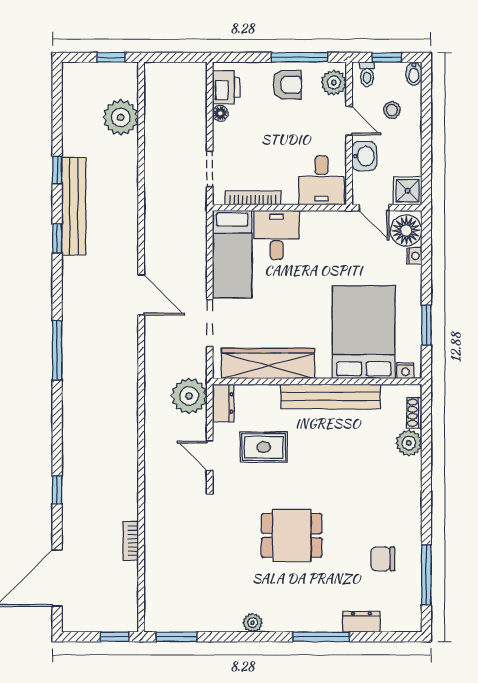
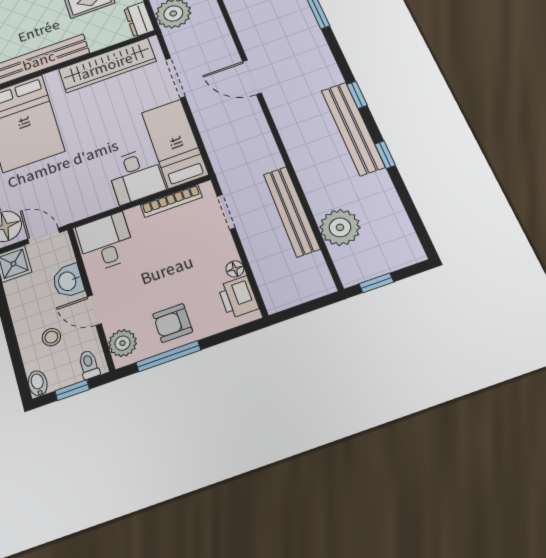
bench: (155, 148) -> (291, 211), added

